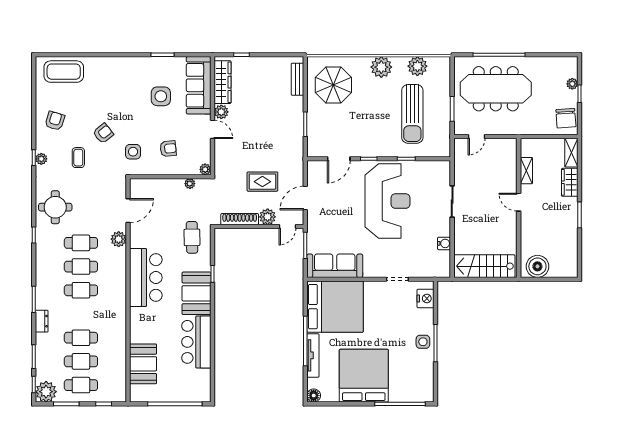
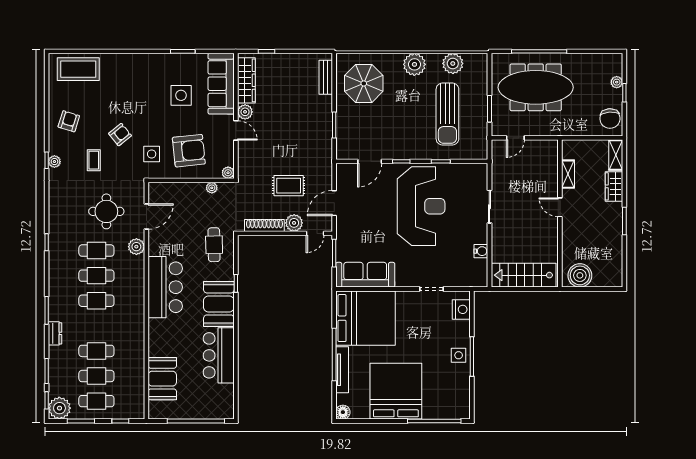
armchair: (168, 149) -> (189, 151), width x1.88, depth x1.88
round table: (55, 207) -> (106, 211), moved

